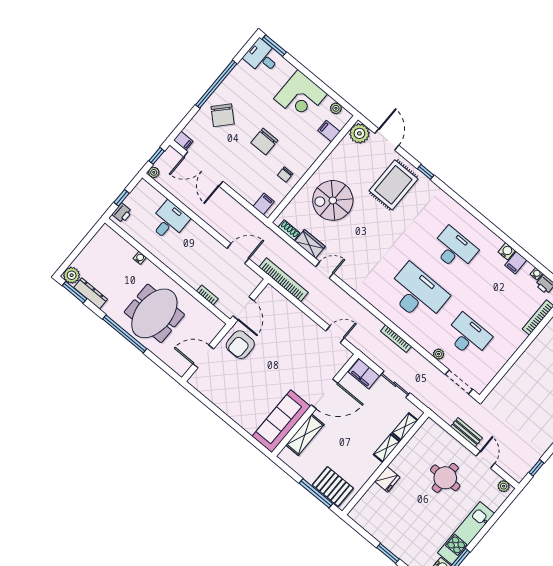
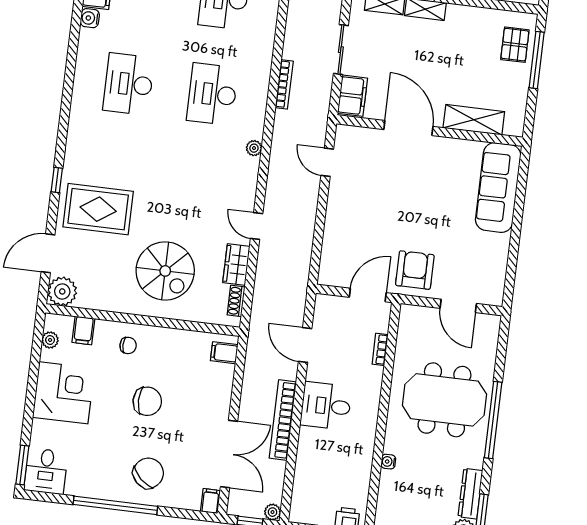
chair: (285, 175) -> (128, 345), moved
desk: (169, 221) -> (326, 406), moved
bookcase: (284, 280) -> (283, 420), moved
desk: (417, 294) -> (212, 94), width x0.73, depth x0.77
armchair: (240, 345) -> (415, 270), turned -90
plant: (439, 354) -> (254, 148), moved
sofa: (281, 421) -> (498, 188), moved, turned 90
pallet: (333, 486) -> (515, 45), width x0.67, depth x0.71

